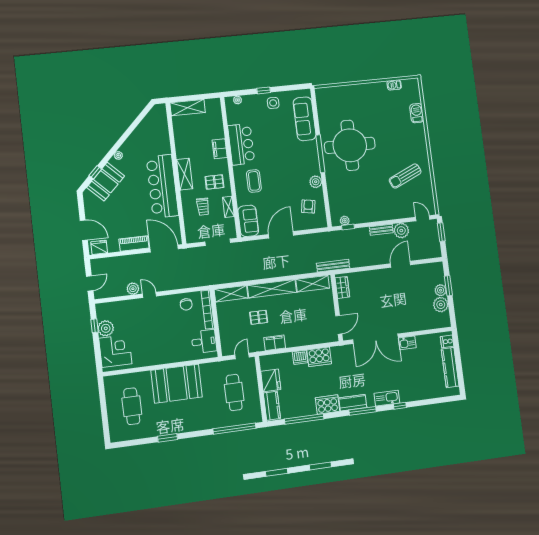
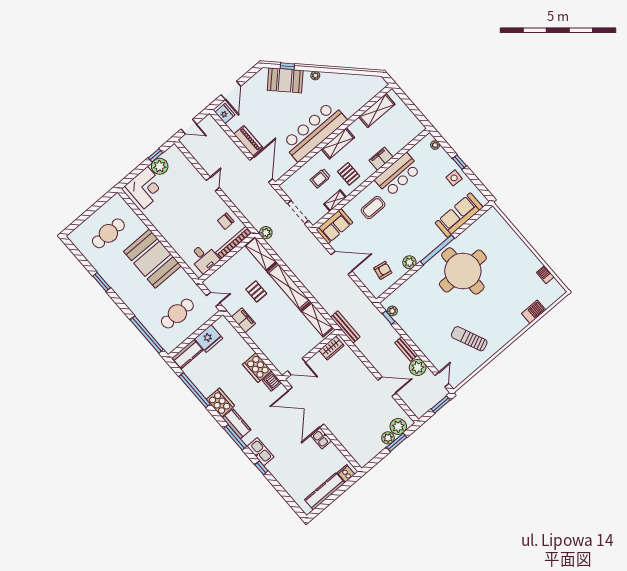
shelving: (188, 108) -> (377, 111), moved, turned 90
plant: (133, 289) -> (266, 233), moved
plant: (441, 305) -> (398, 427), moved
dishwasher: (300, 357) -> (272, 382), moved

